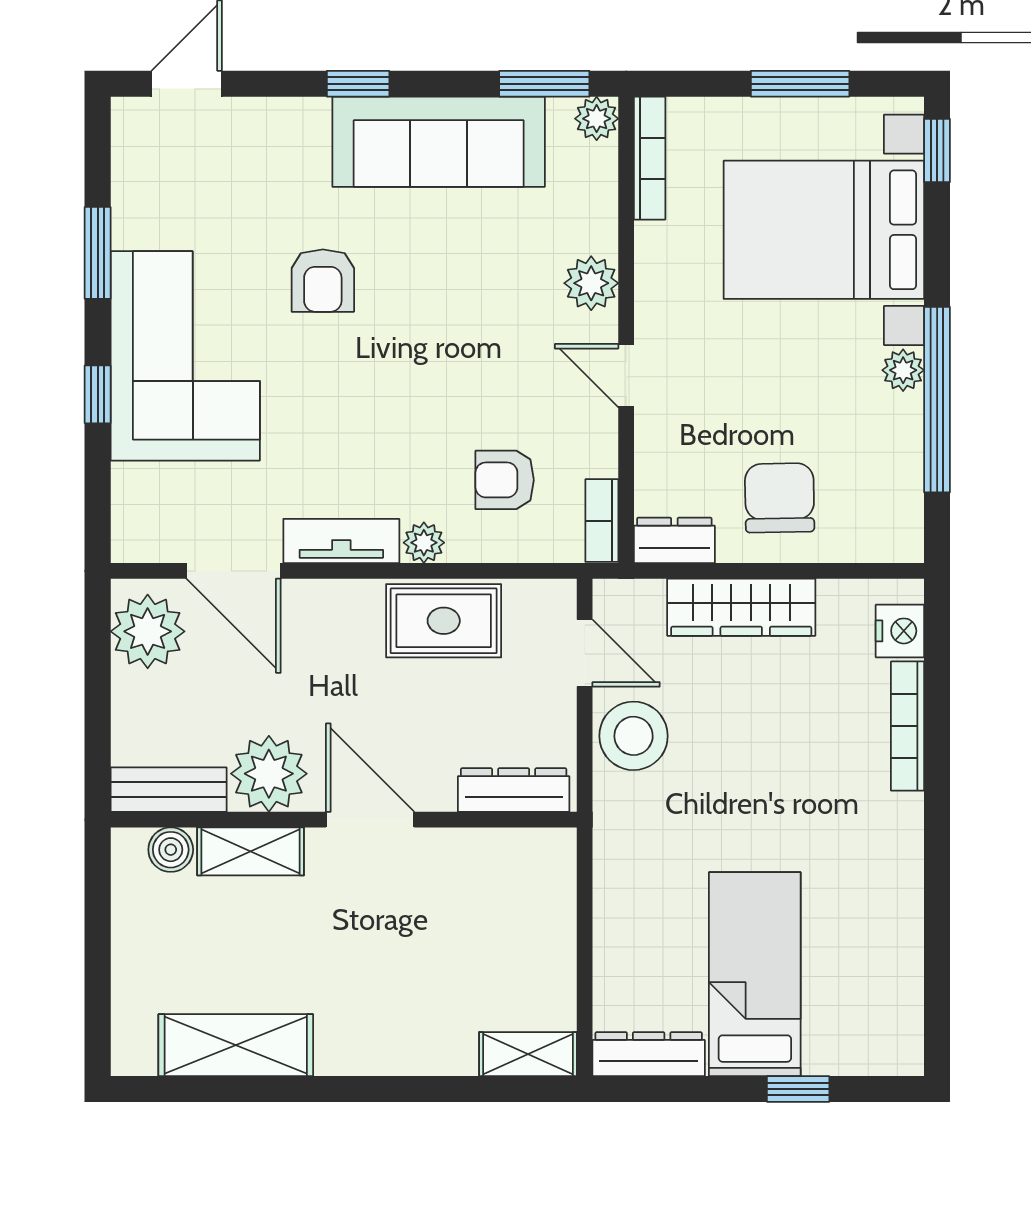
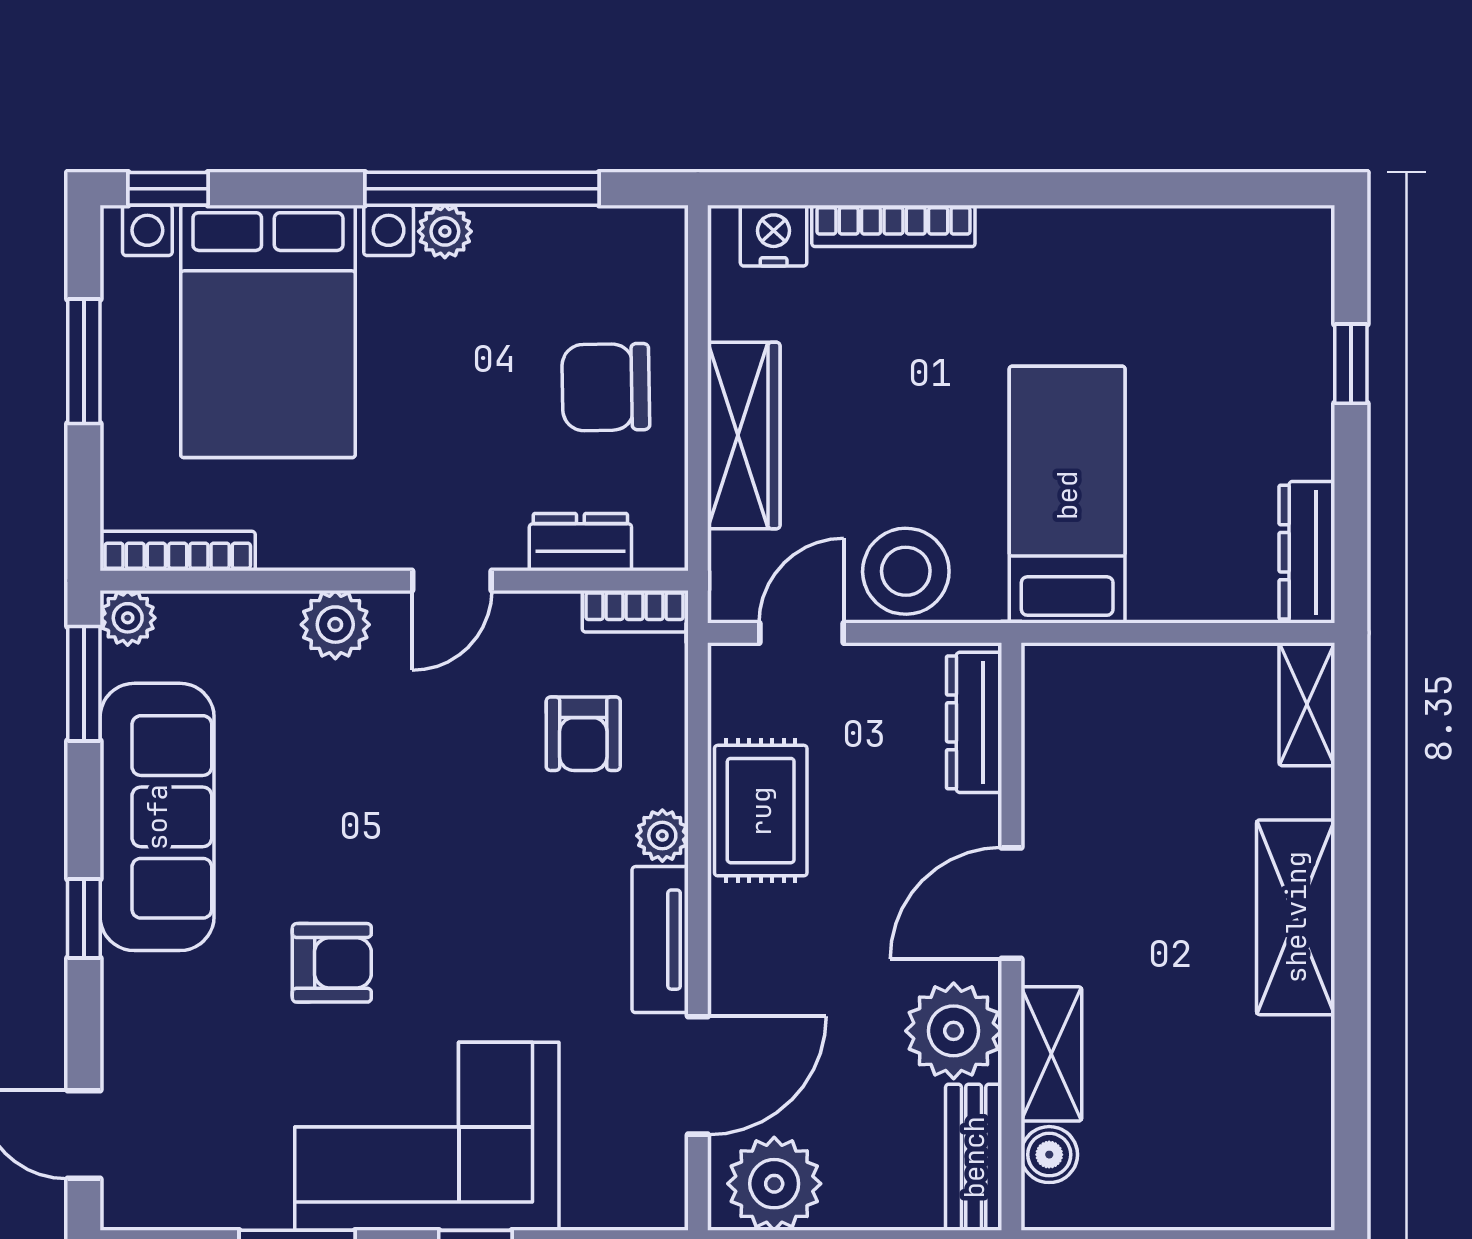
dresser: (674, 540) -> (580, 542), moved, turned 90
bed: (755, 974) -> (1067, 495), moved, turned 90
shelving: (236, 1045) -> (1296, 917), moved

